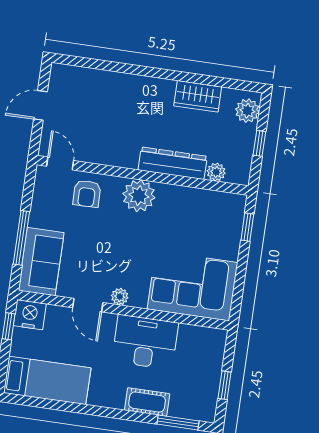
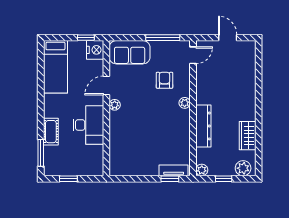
plant: (216, 172) -> (202, 170), moved
armchair: (87, 194) -> (164, 80), moved, turned 91
plant: (139, 196) -> (185, 103), width x0.53, depth x0.53
tv unit: (235, 220) -> (174, 170), added
window: (21, 238) -> (163, 38), moved
corner sofa: (192, 286) -> (128, 150), removed

